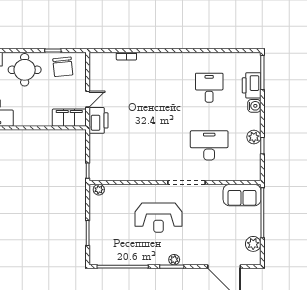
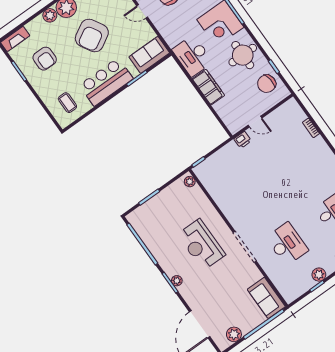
filing cabinet: (69, 118) -> (208, 87), moved
printer: (99, 120) -> (243, 140), width x0.53, depth x0.68

